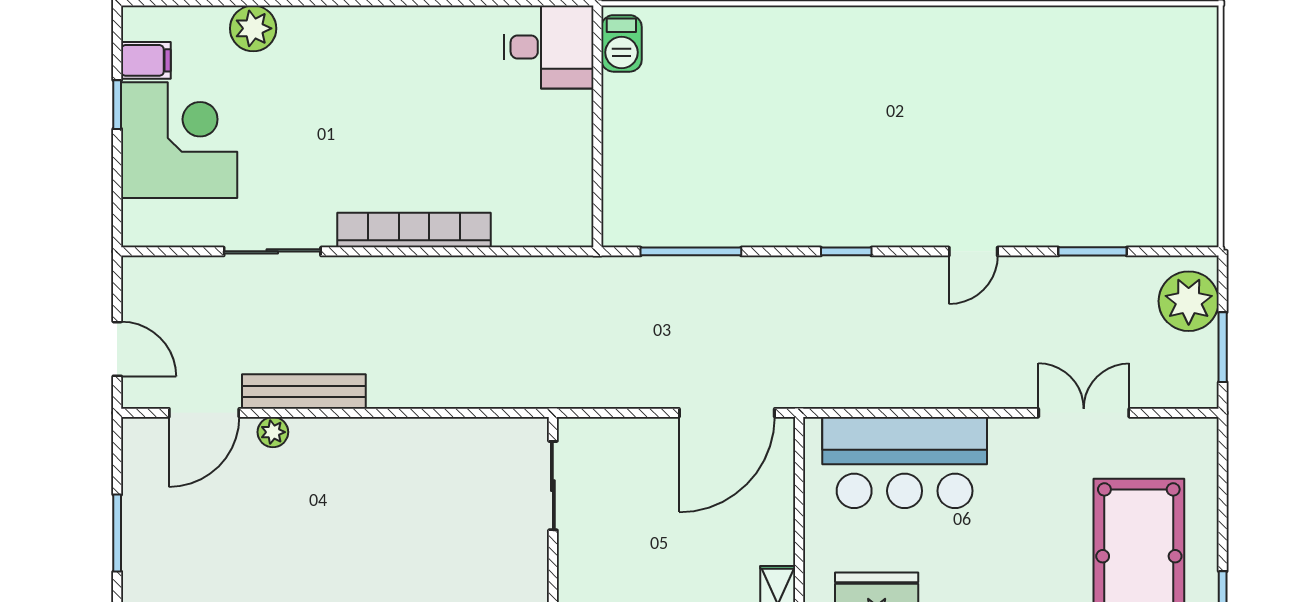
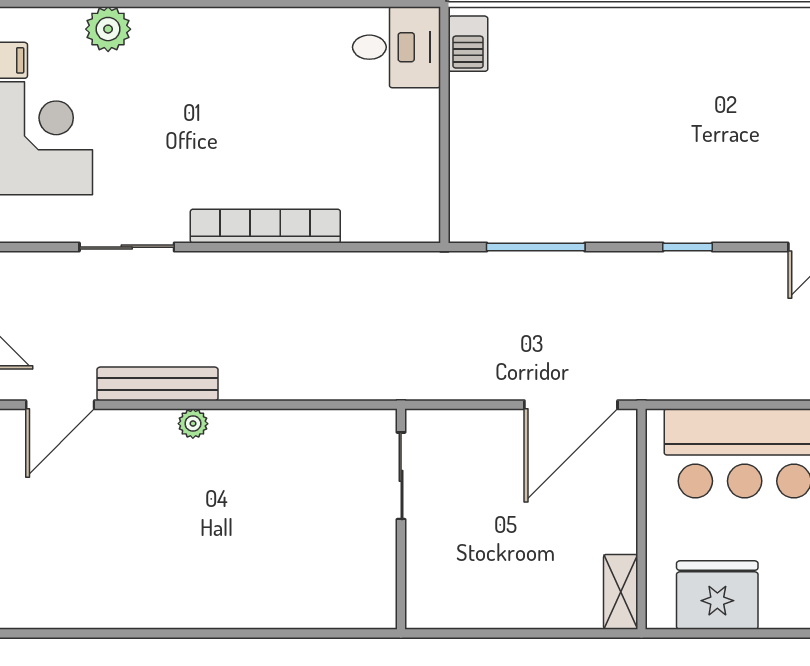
plant: (273, 432) -> (193, 424), moved

